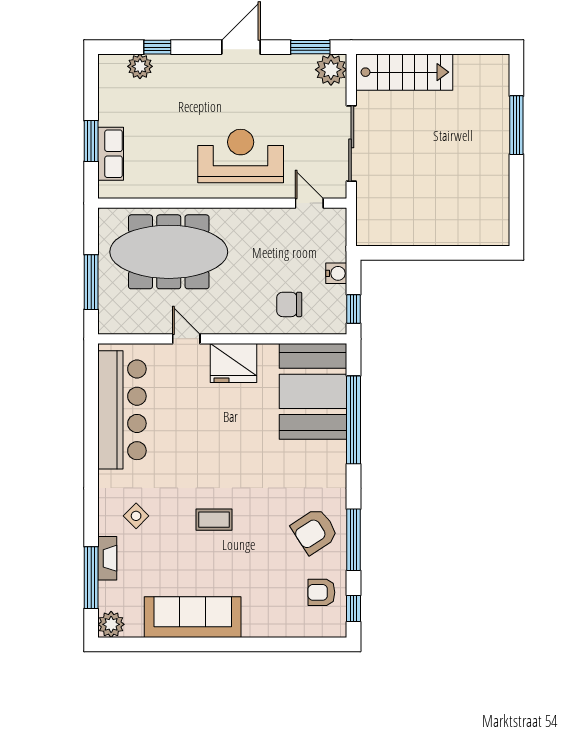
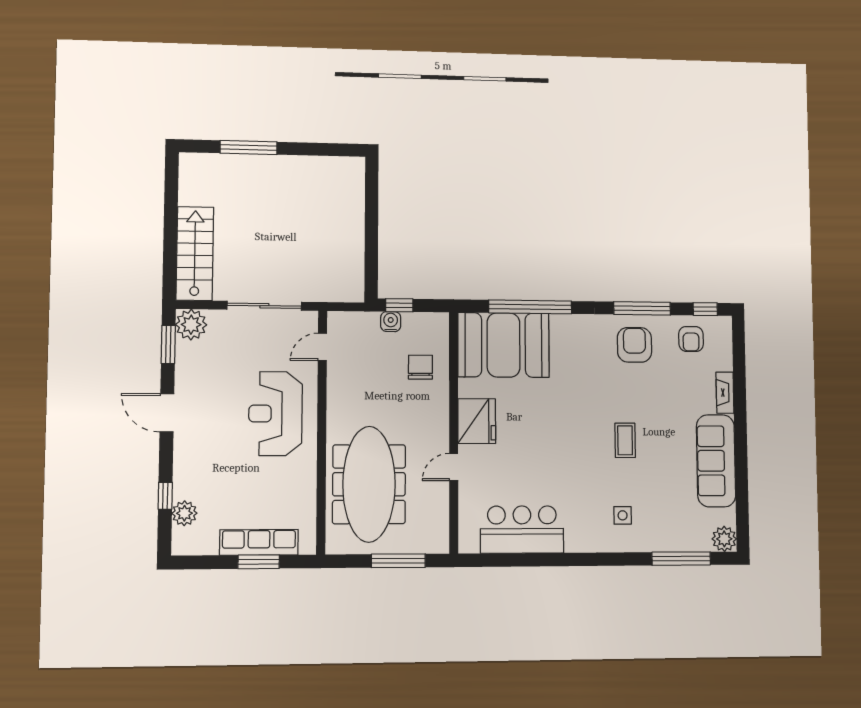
row of seats: (111, 154) -> (259, 542), width x1.48
chair: (289, 304) -> (420, 367), turned 180
window: (354, 309) -> (399, 305), moved
bar counter: (122, 410) -> (522, 530), width x0.73
side table: (136, 516) -> (623, 515), turned 45
armchair: (315, 531) -> (634, 345), turned -147
fireplace: (107, 558) -> (725, 393), moved, turned -90

